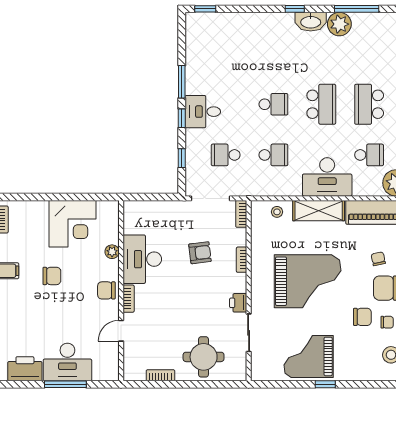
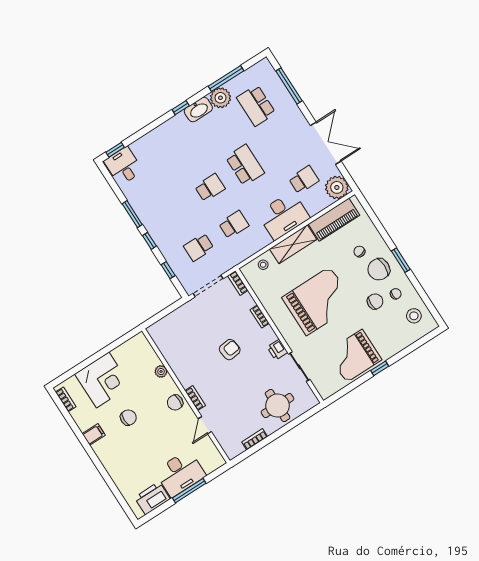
school desk: (369, 104) -> (256, 105), moved
desk: (203, 112) -> (123, 166), moved, turned 90
corner desk: (73, 224) -> (103, 380), moved
armchair: (200, 253) -> (230, 350), moved
desk: (142, 259) -> (187, 363), removed

